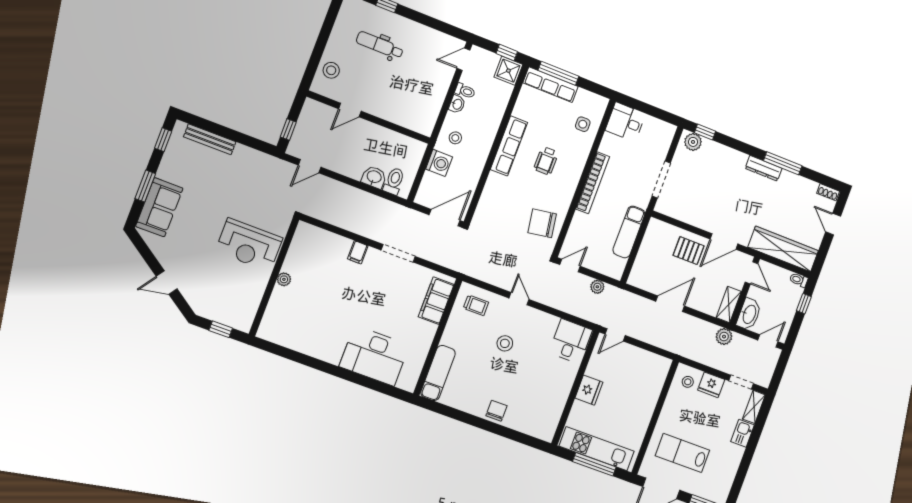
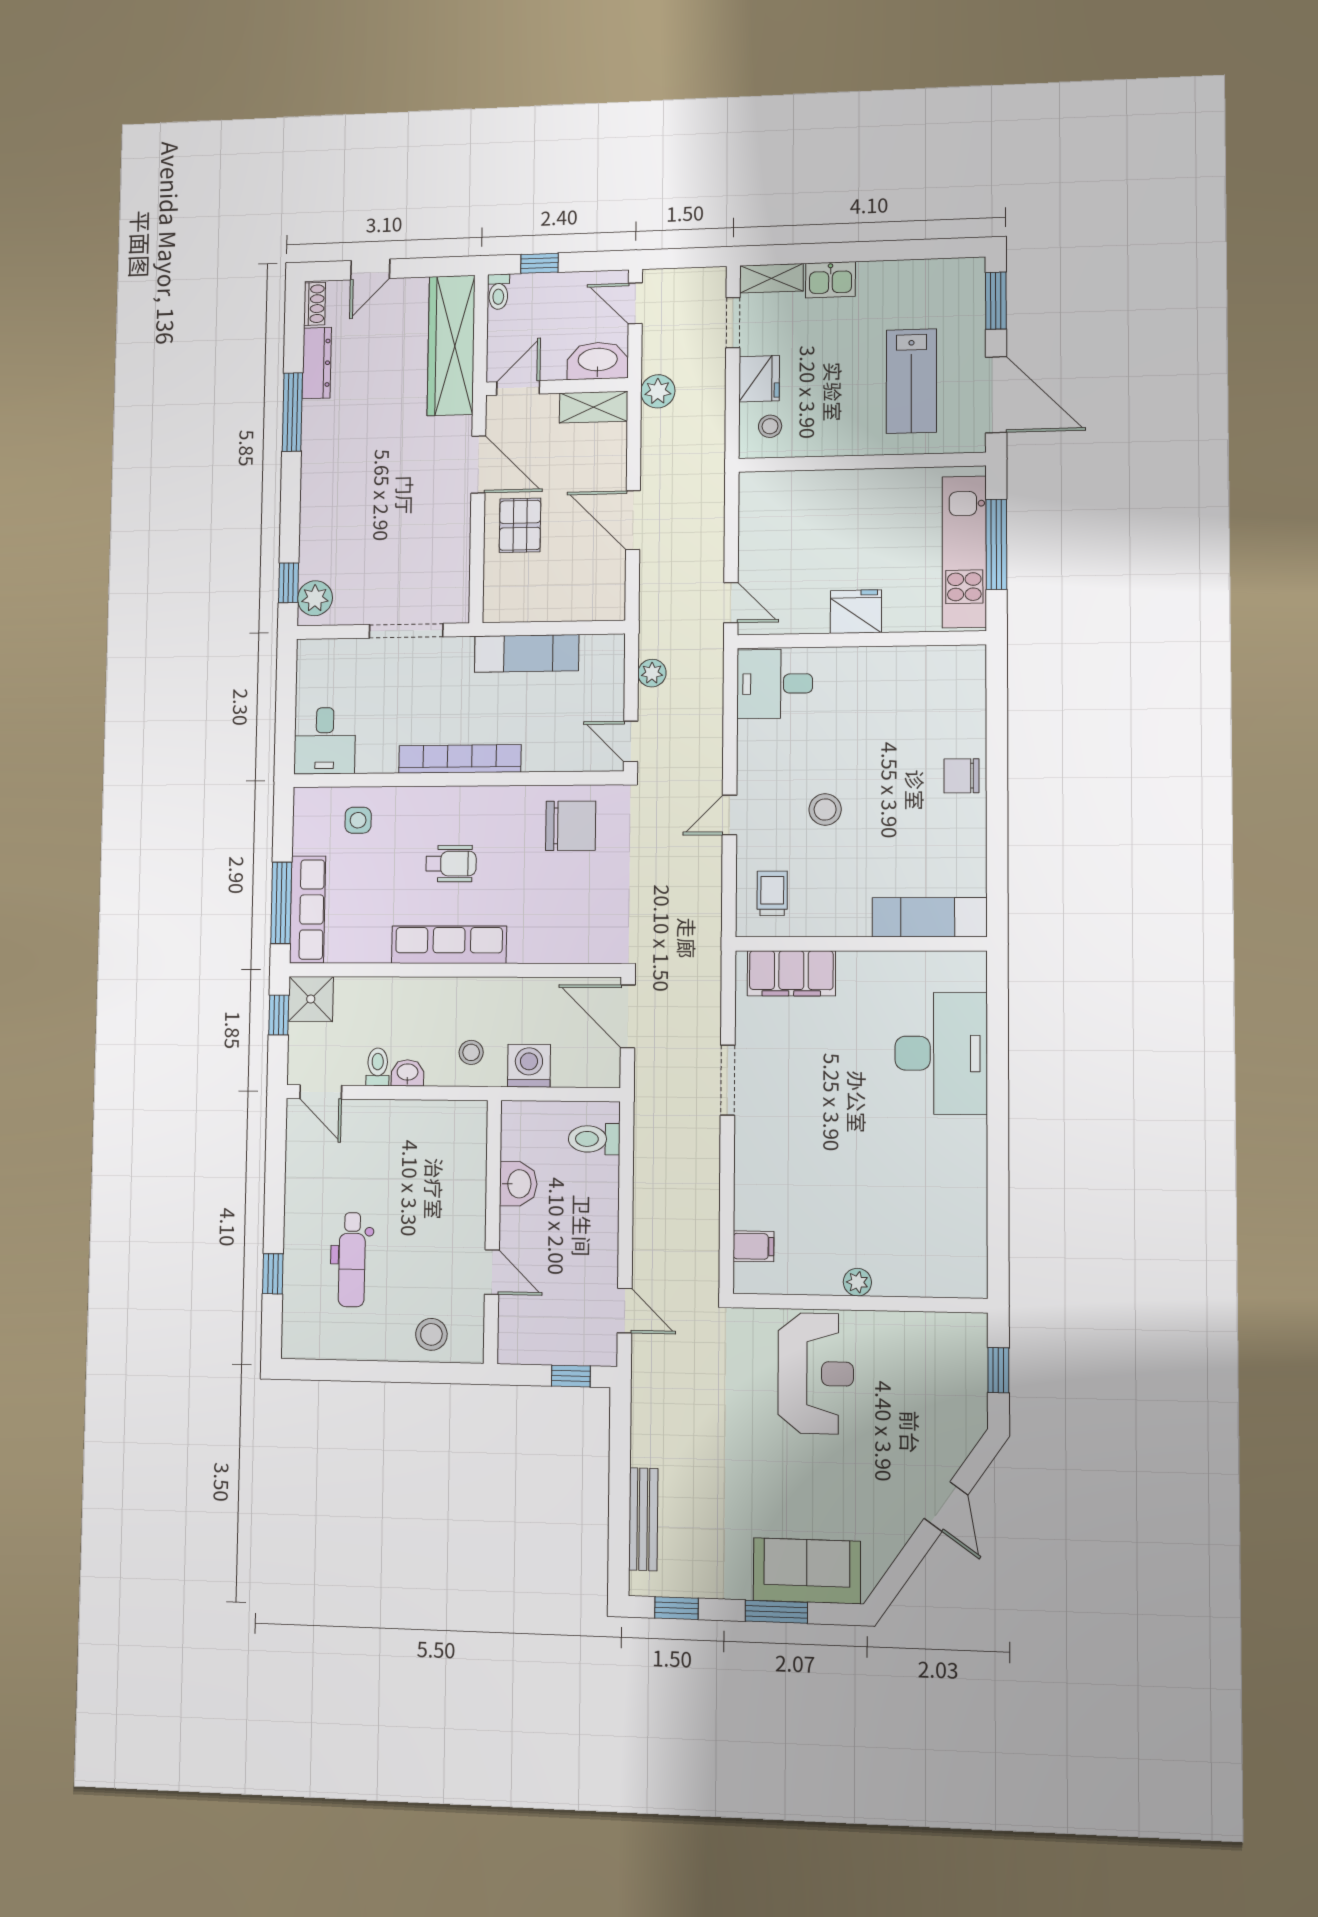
dresser: (764, 168) -> (317, 363), moved
washbasin: (374, 177) -> (518, 1184), moved, turned 180
chair: (542, 223) -> (571, 826), turned -81
filing cabinet: (358, 252) -> (753, 1246), moved

